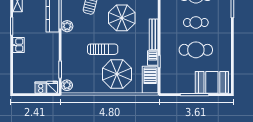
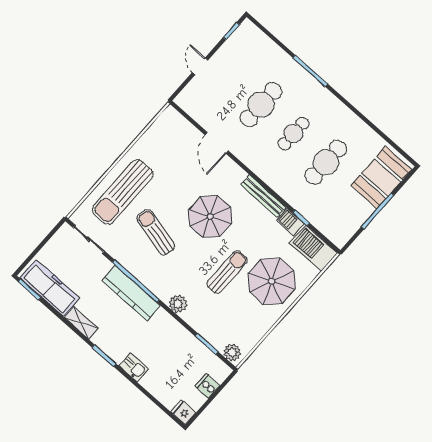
plant: (67, 26) -> (178, 304), moved
fridge: (52, 87) -> (183, 412), moved

